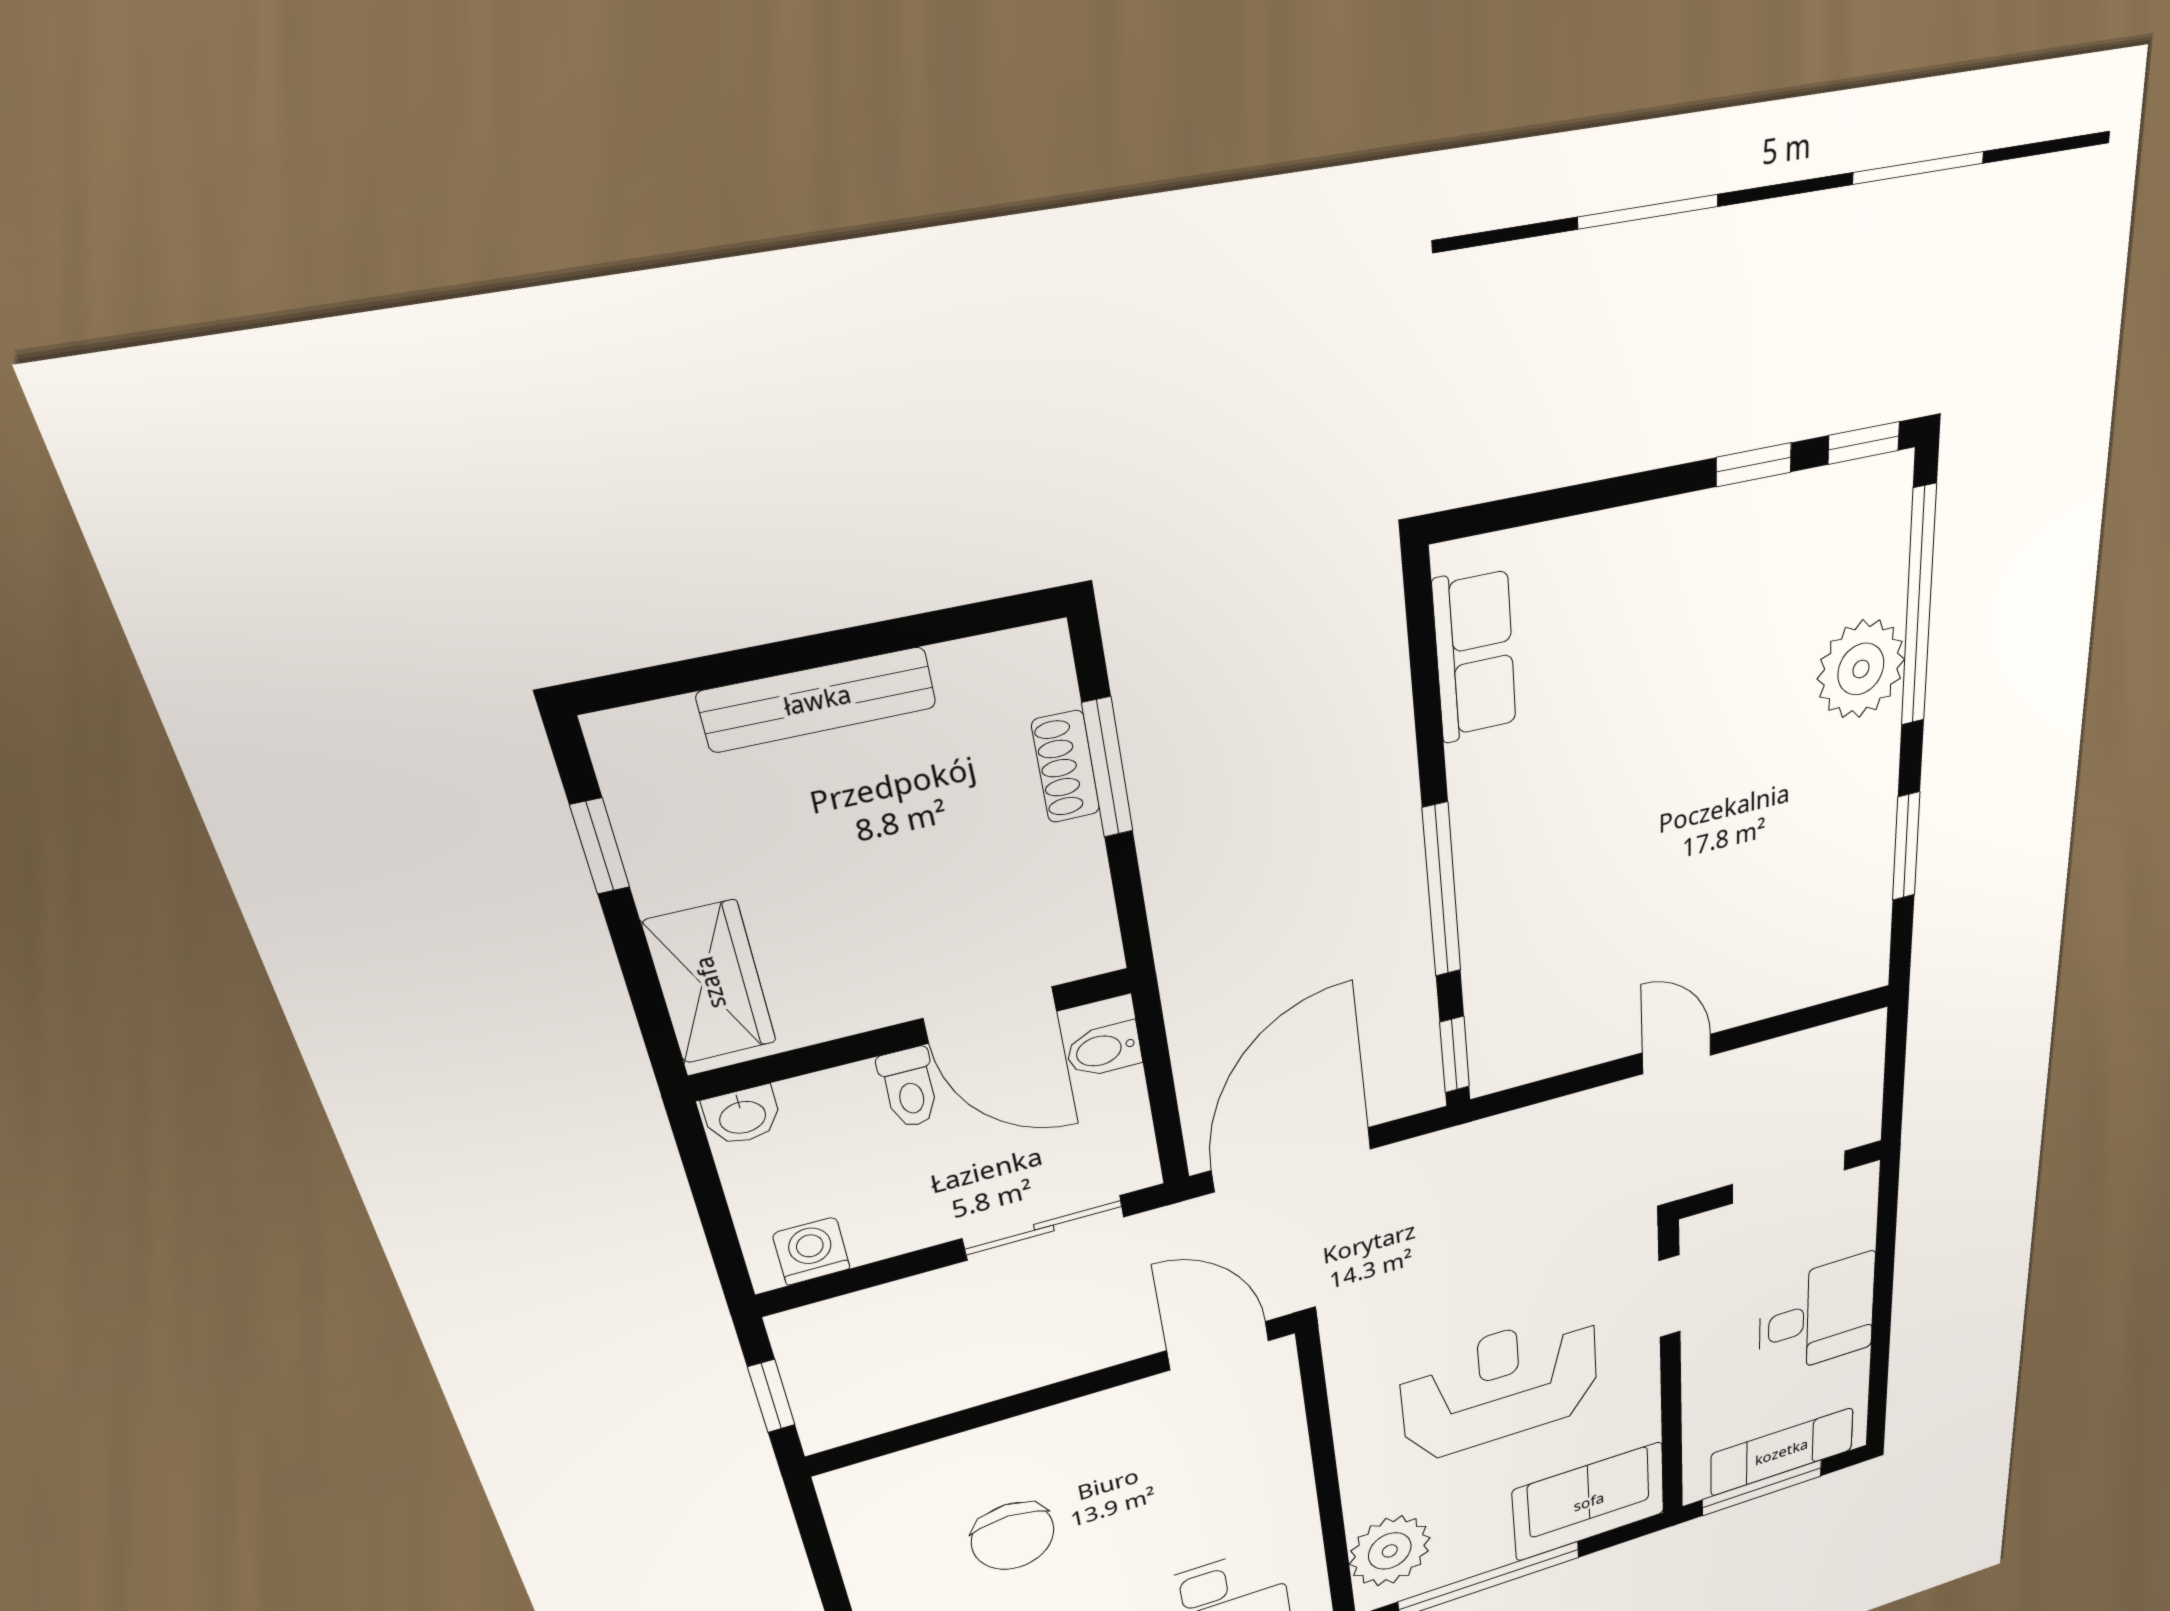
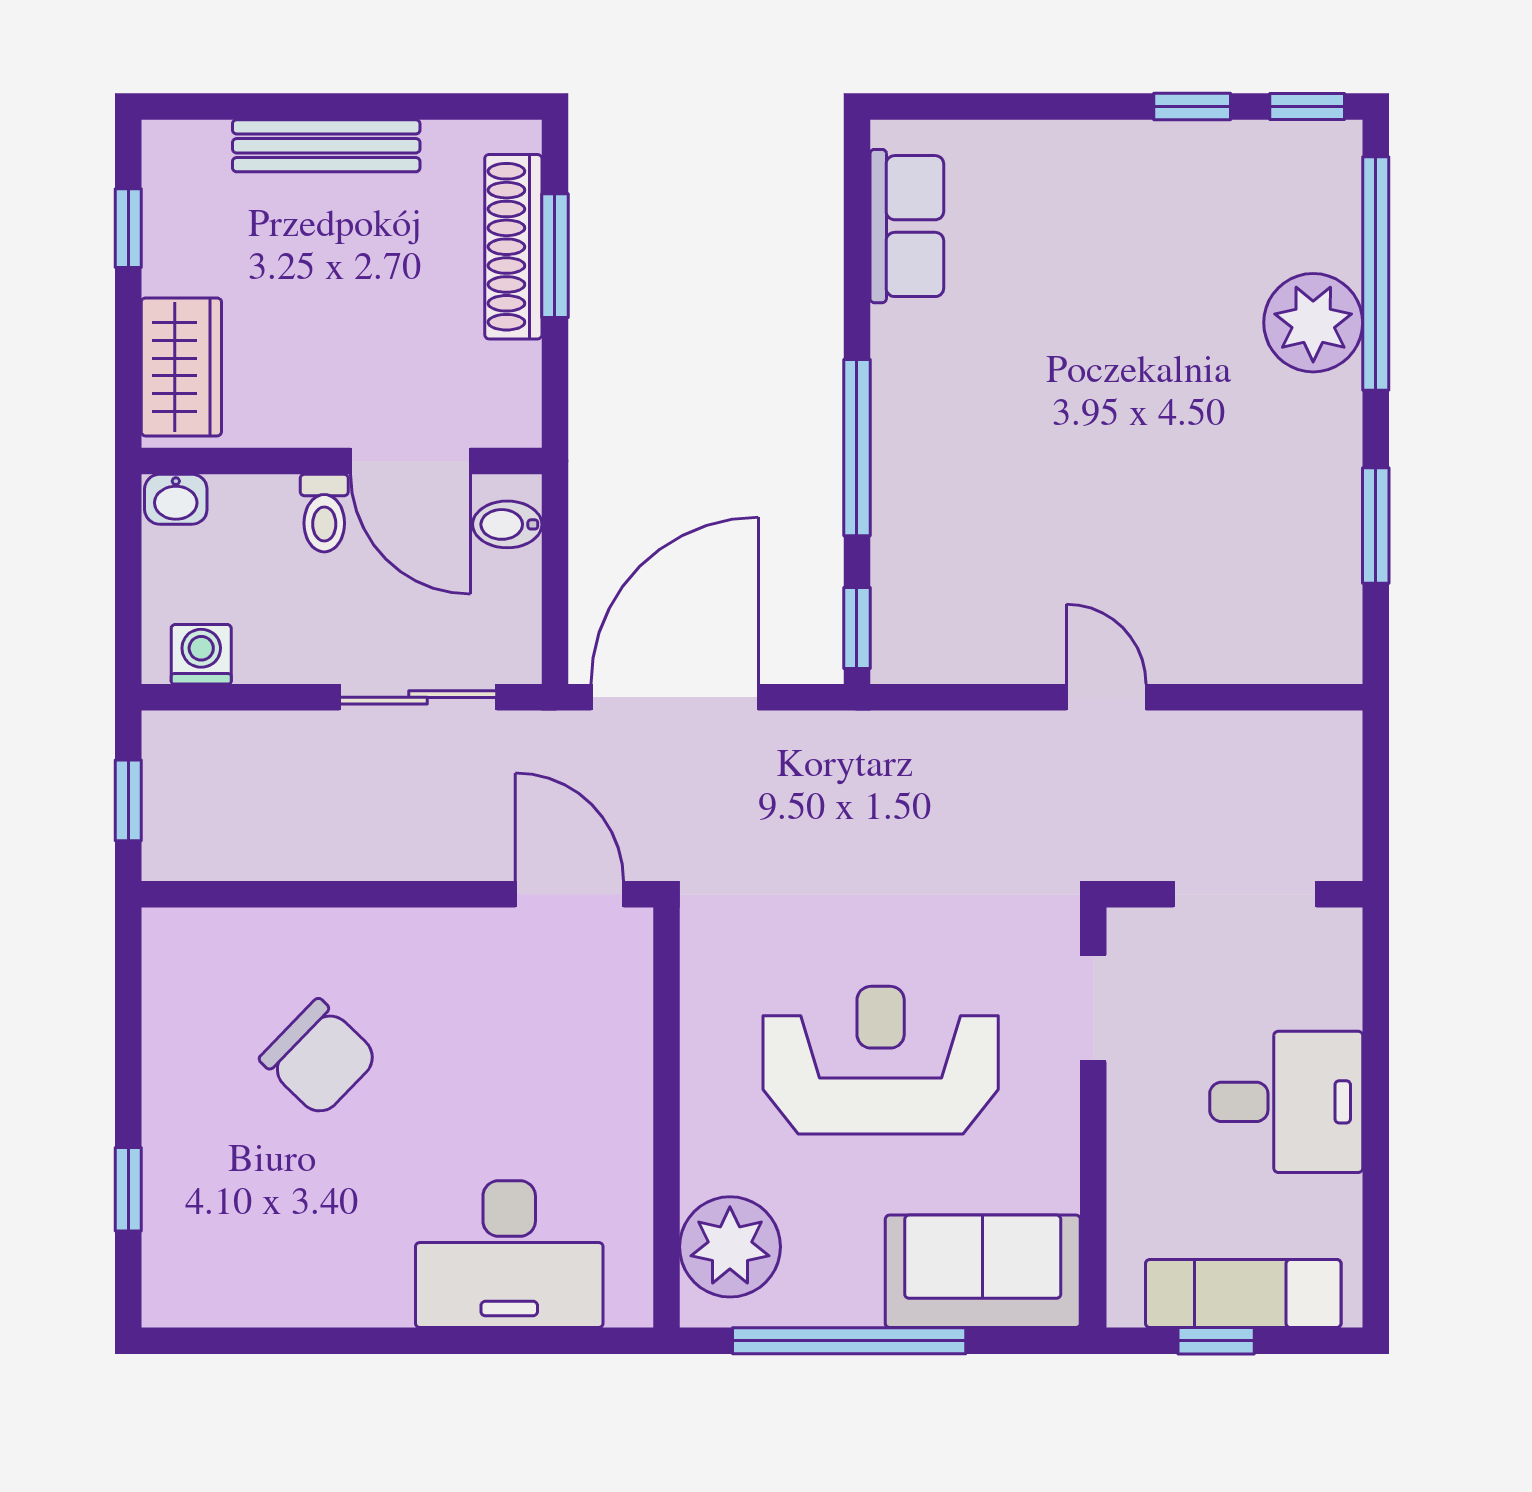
shoe rack: (1066, 767) -> (513, 247), width x1.94, depth x1.24
window: (1762, 1488) -> (1216, 1341), width x0.46
chair: (1013, 1536) -> (319, 1058), turned -46

